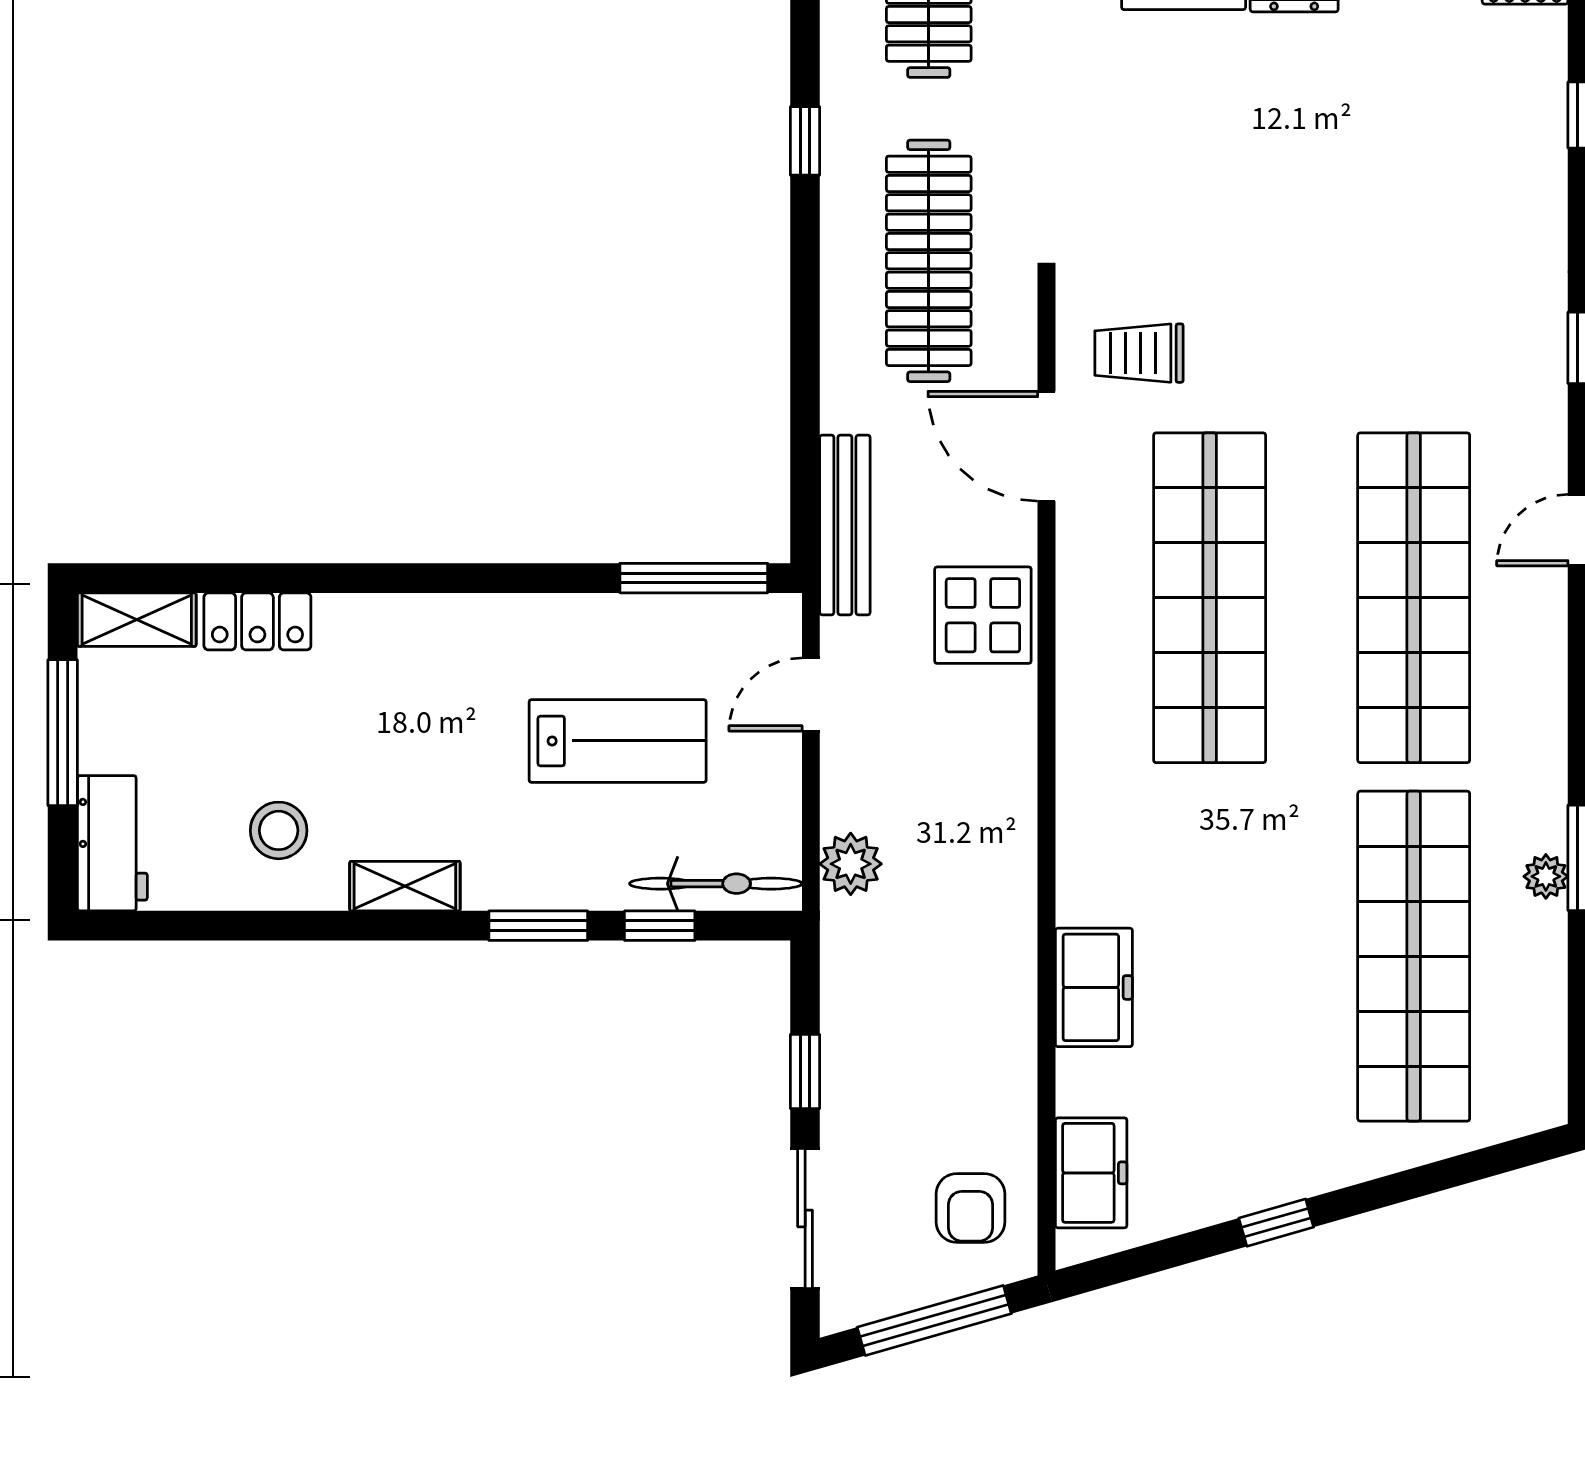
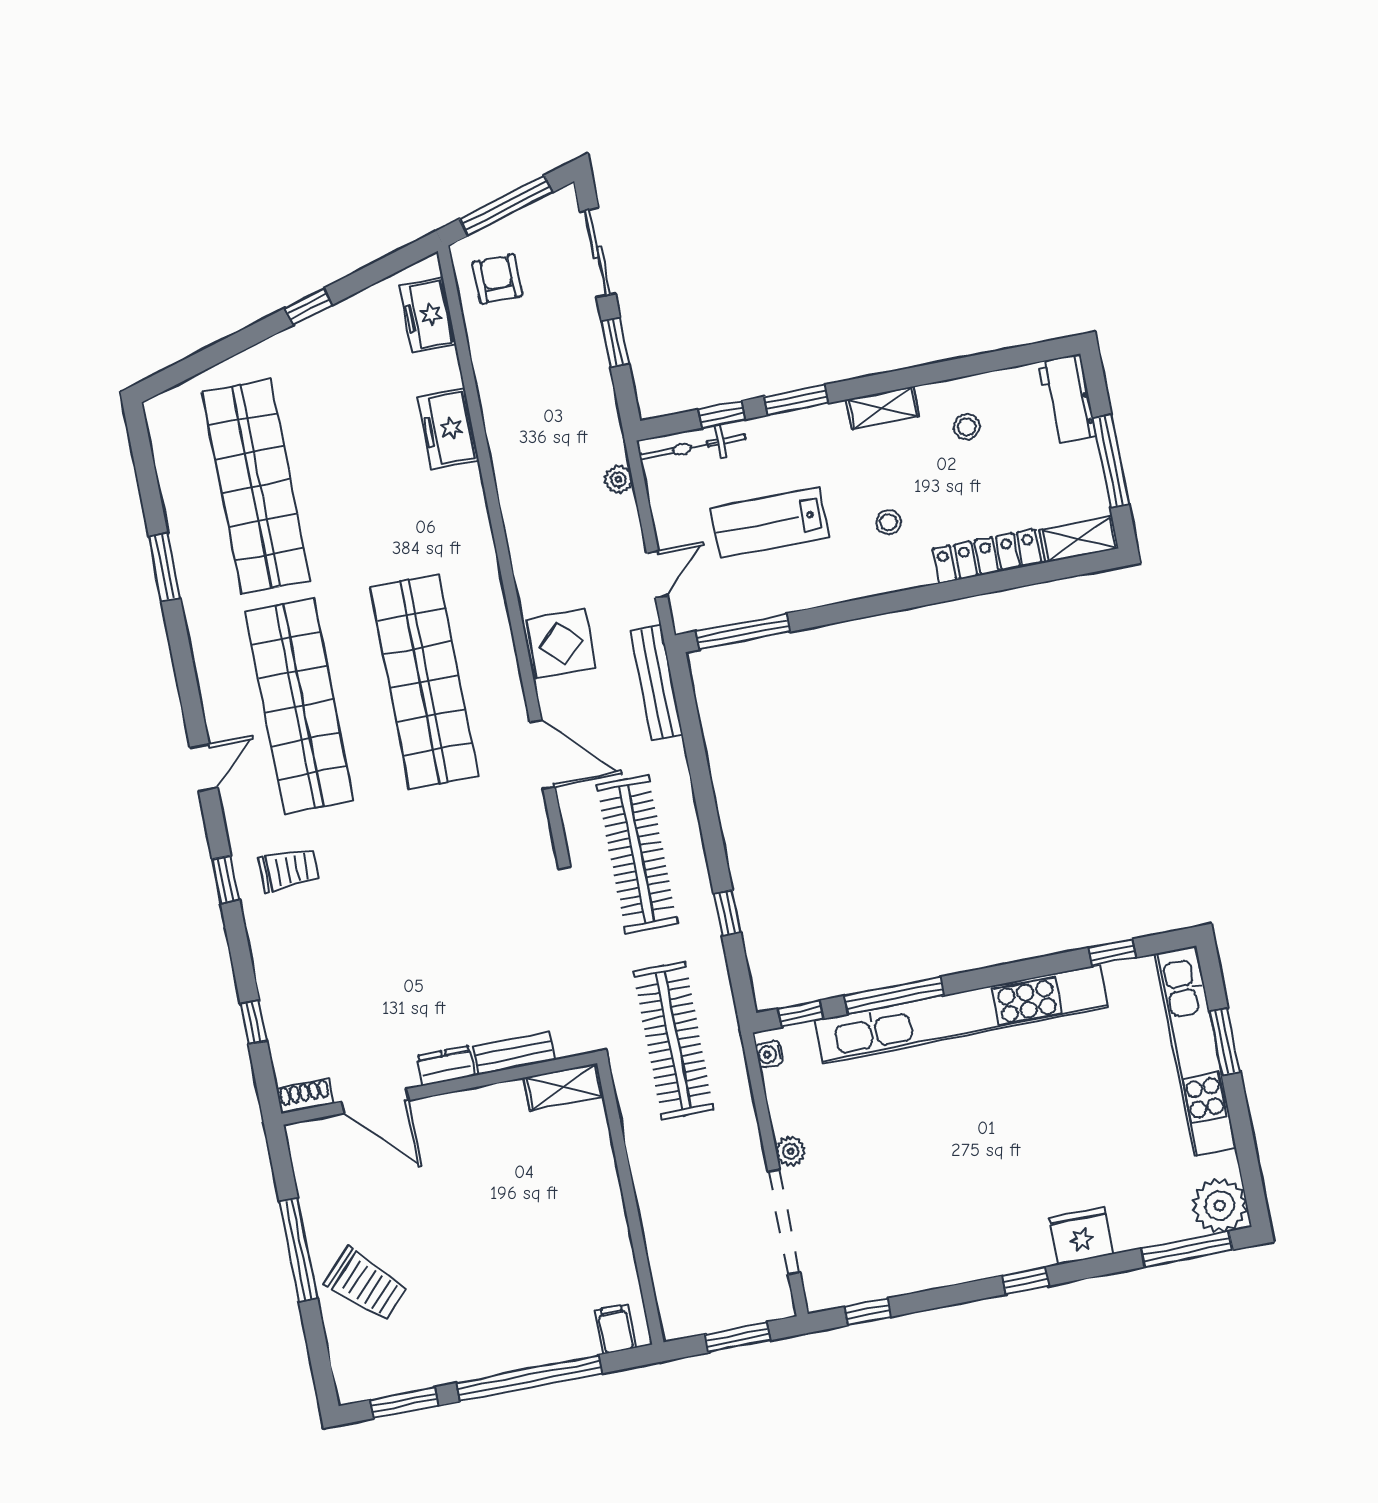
trolley: (1139, 353) -> (289, 870), moved
locker: (257, 621) -> (987, 556), width x1.53
stool: (431, 705) -> (888, 522), added
stool: (279, 830) -> (967, 427), width x0.73, depth x0.73
plant: (851, 864) -> (618, 479), width x0.73, depth x0.73
plant: (1546, 876) -> (185, 551), removed

